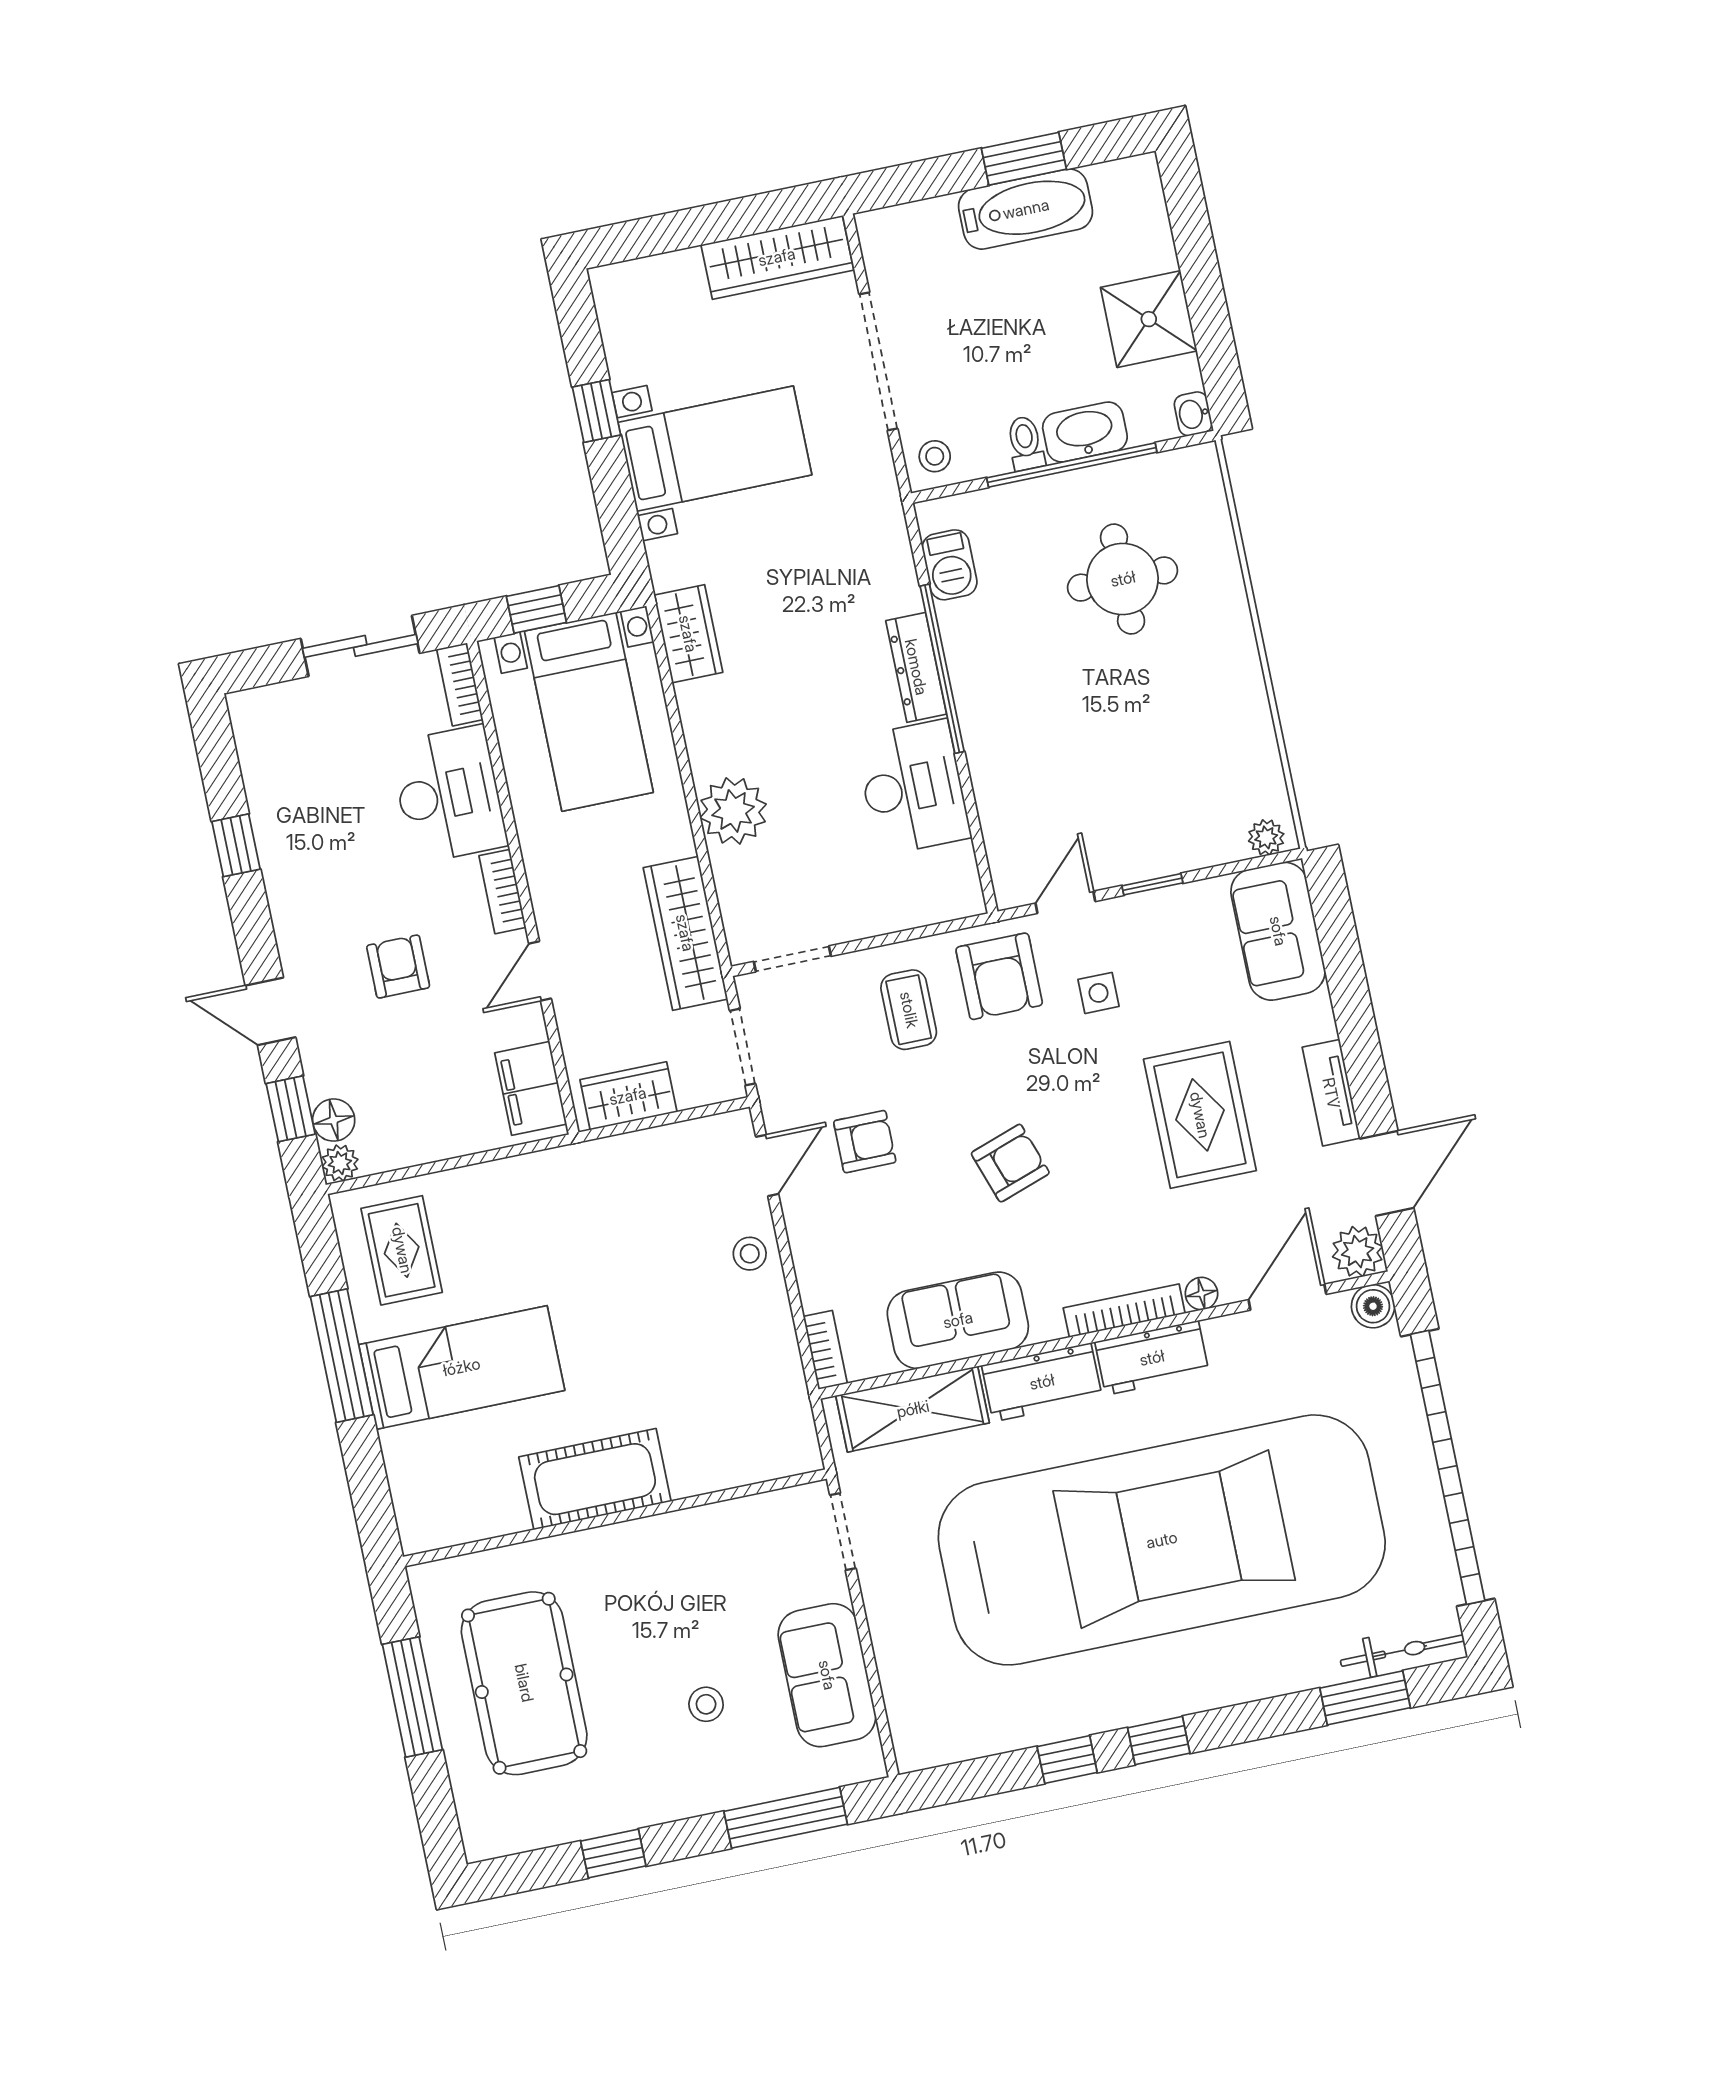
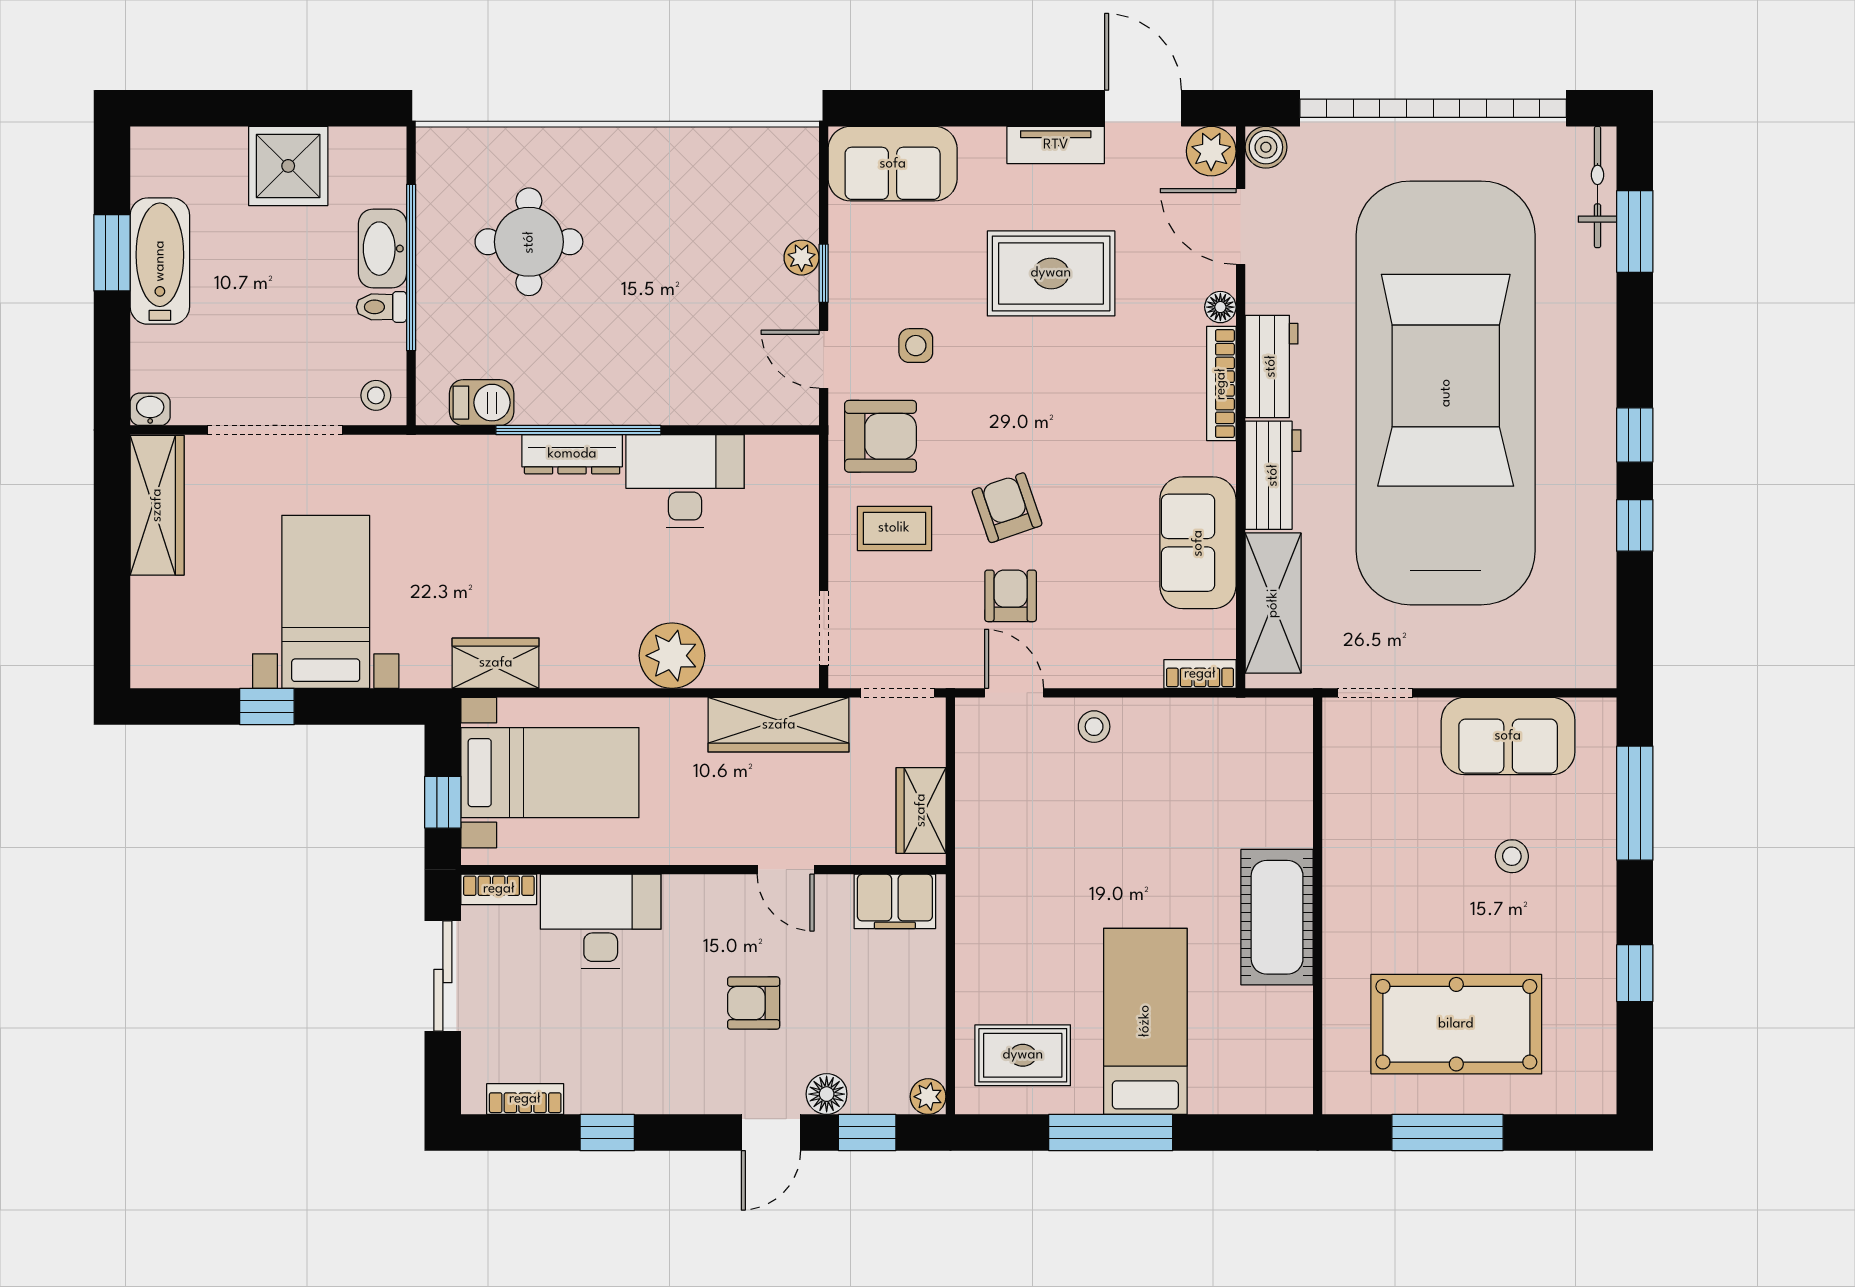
washbasin: (1193, 414) -> (150, 409), moved, turned 180
plant: (1266, 837) -> (802, 258), moved
bookcase: (502, 892) -> (525, 1099), moved, turned 180
floor lamp: (334, 1120) -> (827, 1094), moved
armchair: (1010, 1163) -> (1007, 508), moved

